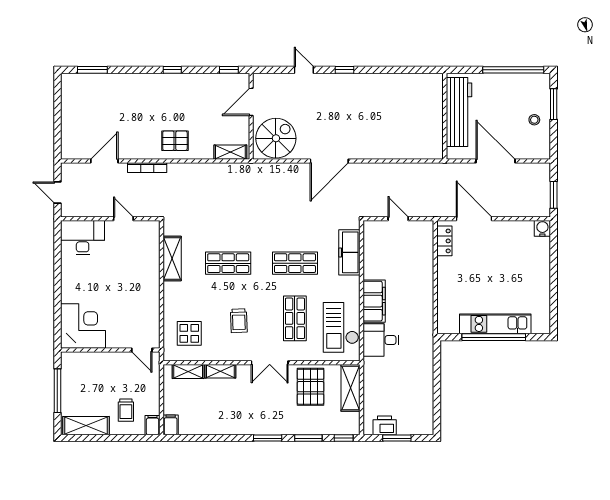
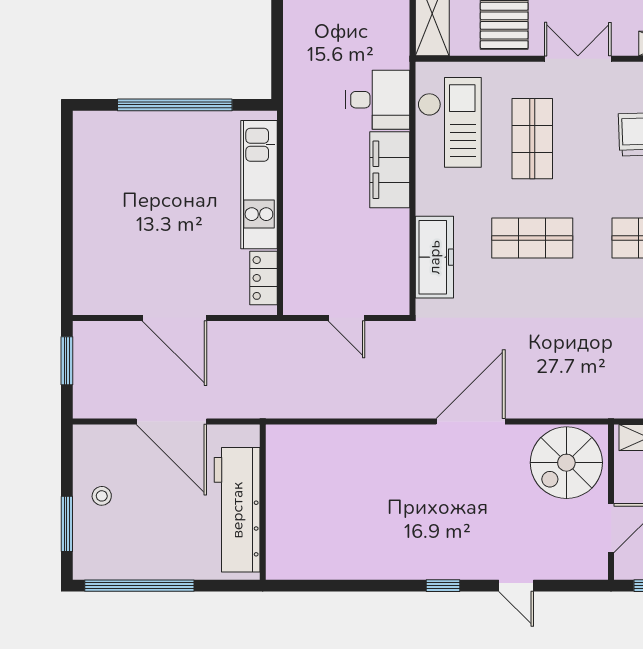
door: (474, 219) -> (174, 318), moved
water cooler: (542, 228) -> (87, 301), removed
kitchen unit: (495, 324) -> (259, 185), moved, turned 90

